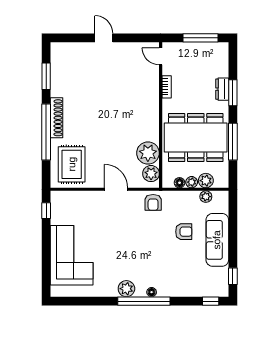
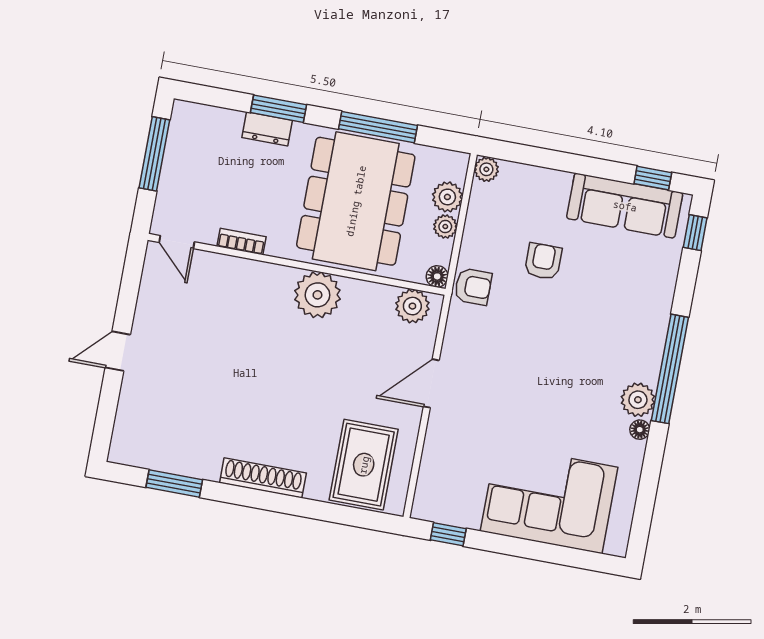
door: (161, 56) -> (177, 242), hinge flipped
window: (46, 132) -> (288, 505), removed
plant: (148, 153) -> (317, 295), moved
rug: (72, 164) -> (364, 465), turned 90
floor lamp: (180, 183) -> (437, 276), moved
plant: (206, 197) -> (486, 169), moved
armchair: (153, 202) -> (473, 287), moved
sofa: (217, 240) -> (625, 206), moved
floor lamp: (152, 292) -> (640, 430), moved

